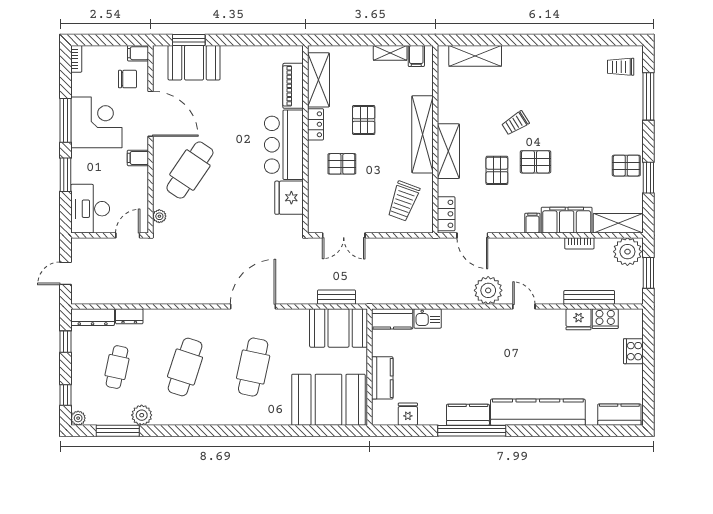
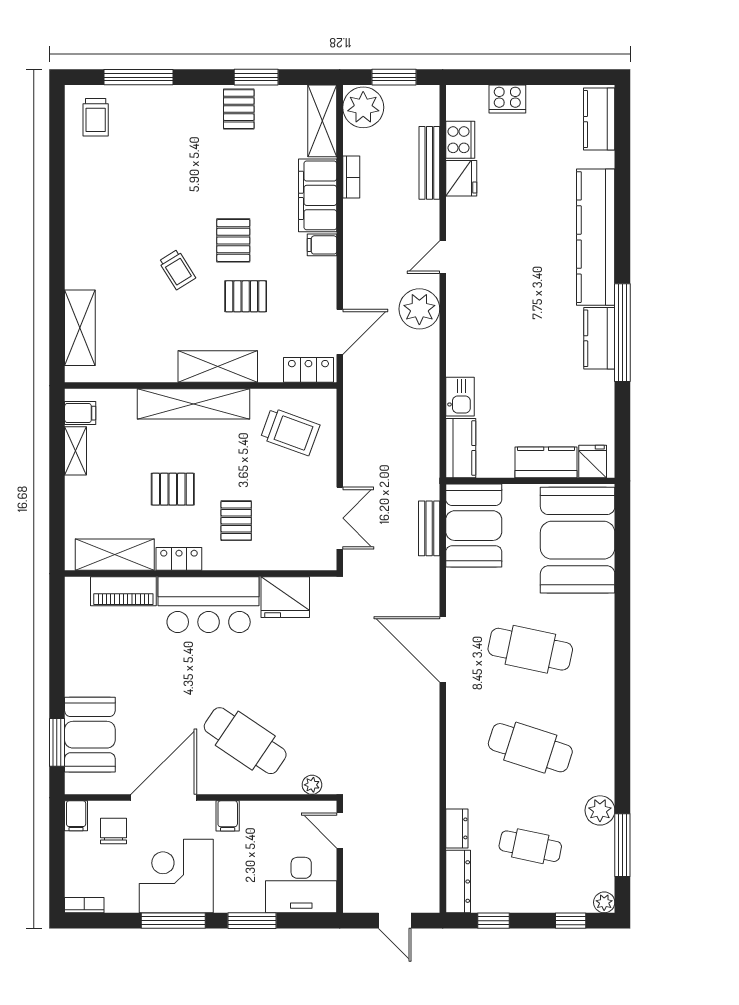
fridge: (408, 414) -> (593, 461), moved, turned 90

